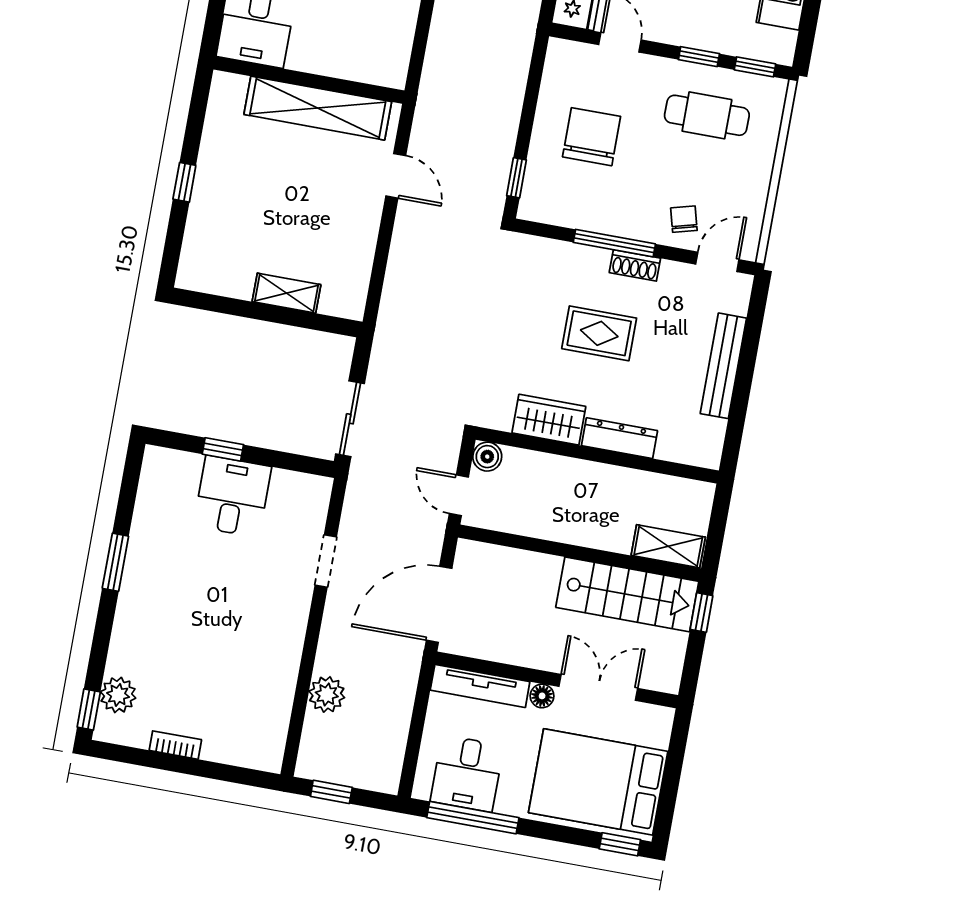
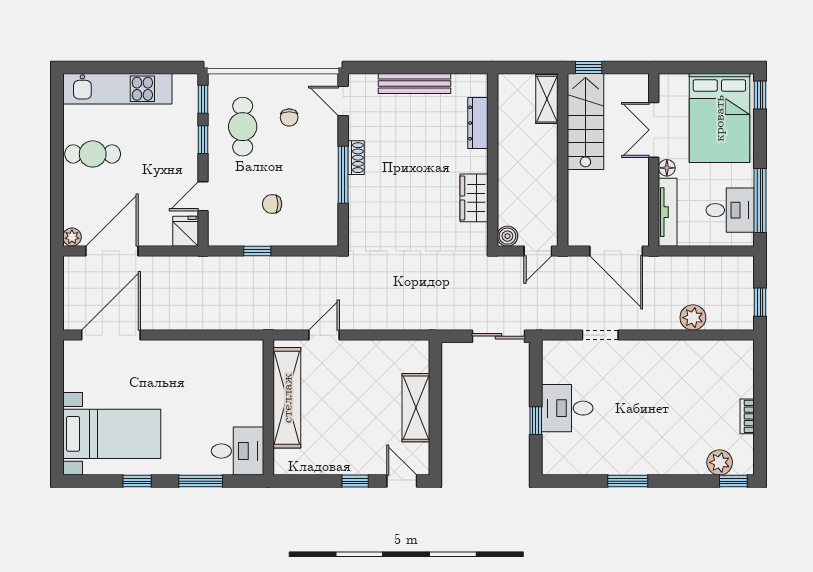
chair: (592, 137) -> (272, 204), width x0.54, depth x0.54
window: (517, 178) -> (257, 251), moved
chair: (684, 219) -> (289, 118), moved, turned -75
door: (173, 247) -> (402, 481), added
shelving: (286, 293) -> (416, 408), width x1.50, depth x1.33
rug: (599, 333) -> (408, 174), removed
dresser: (619, 438) -> (478, 123), moved

